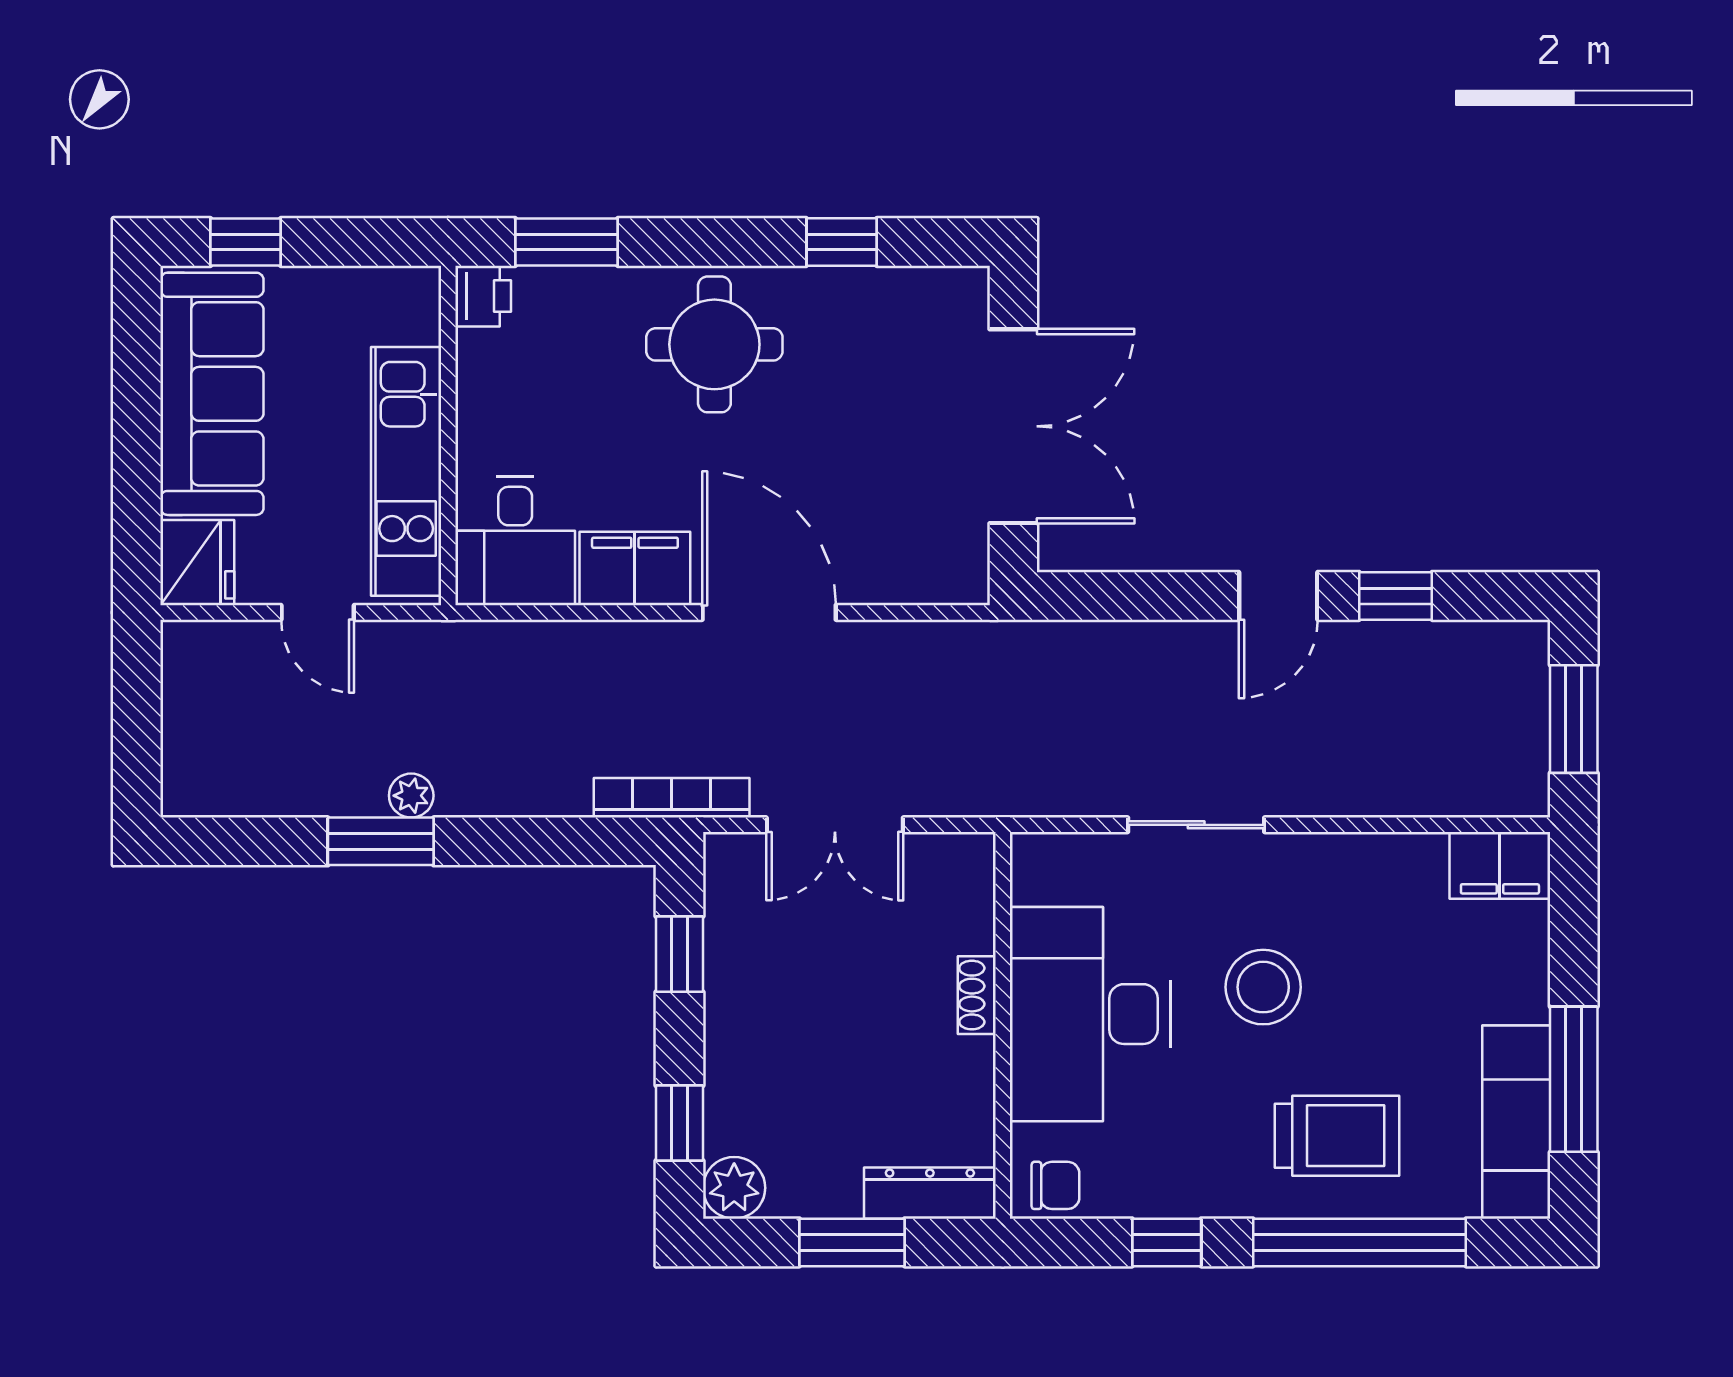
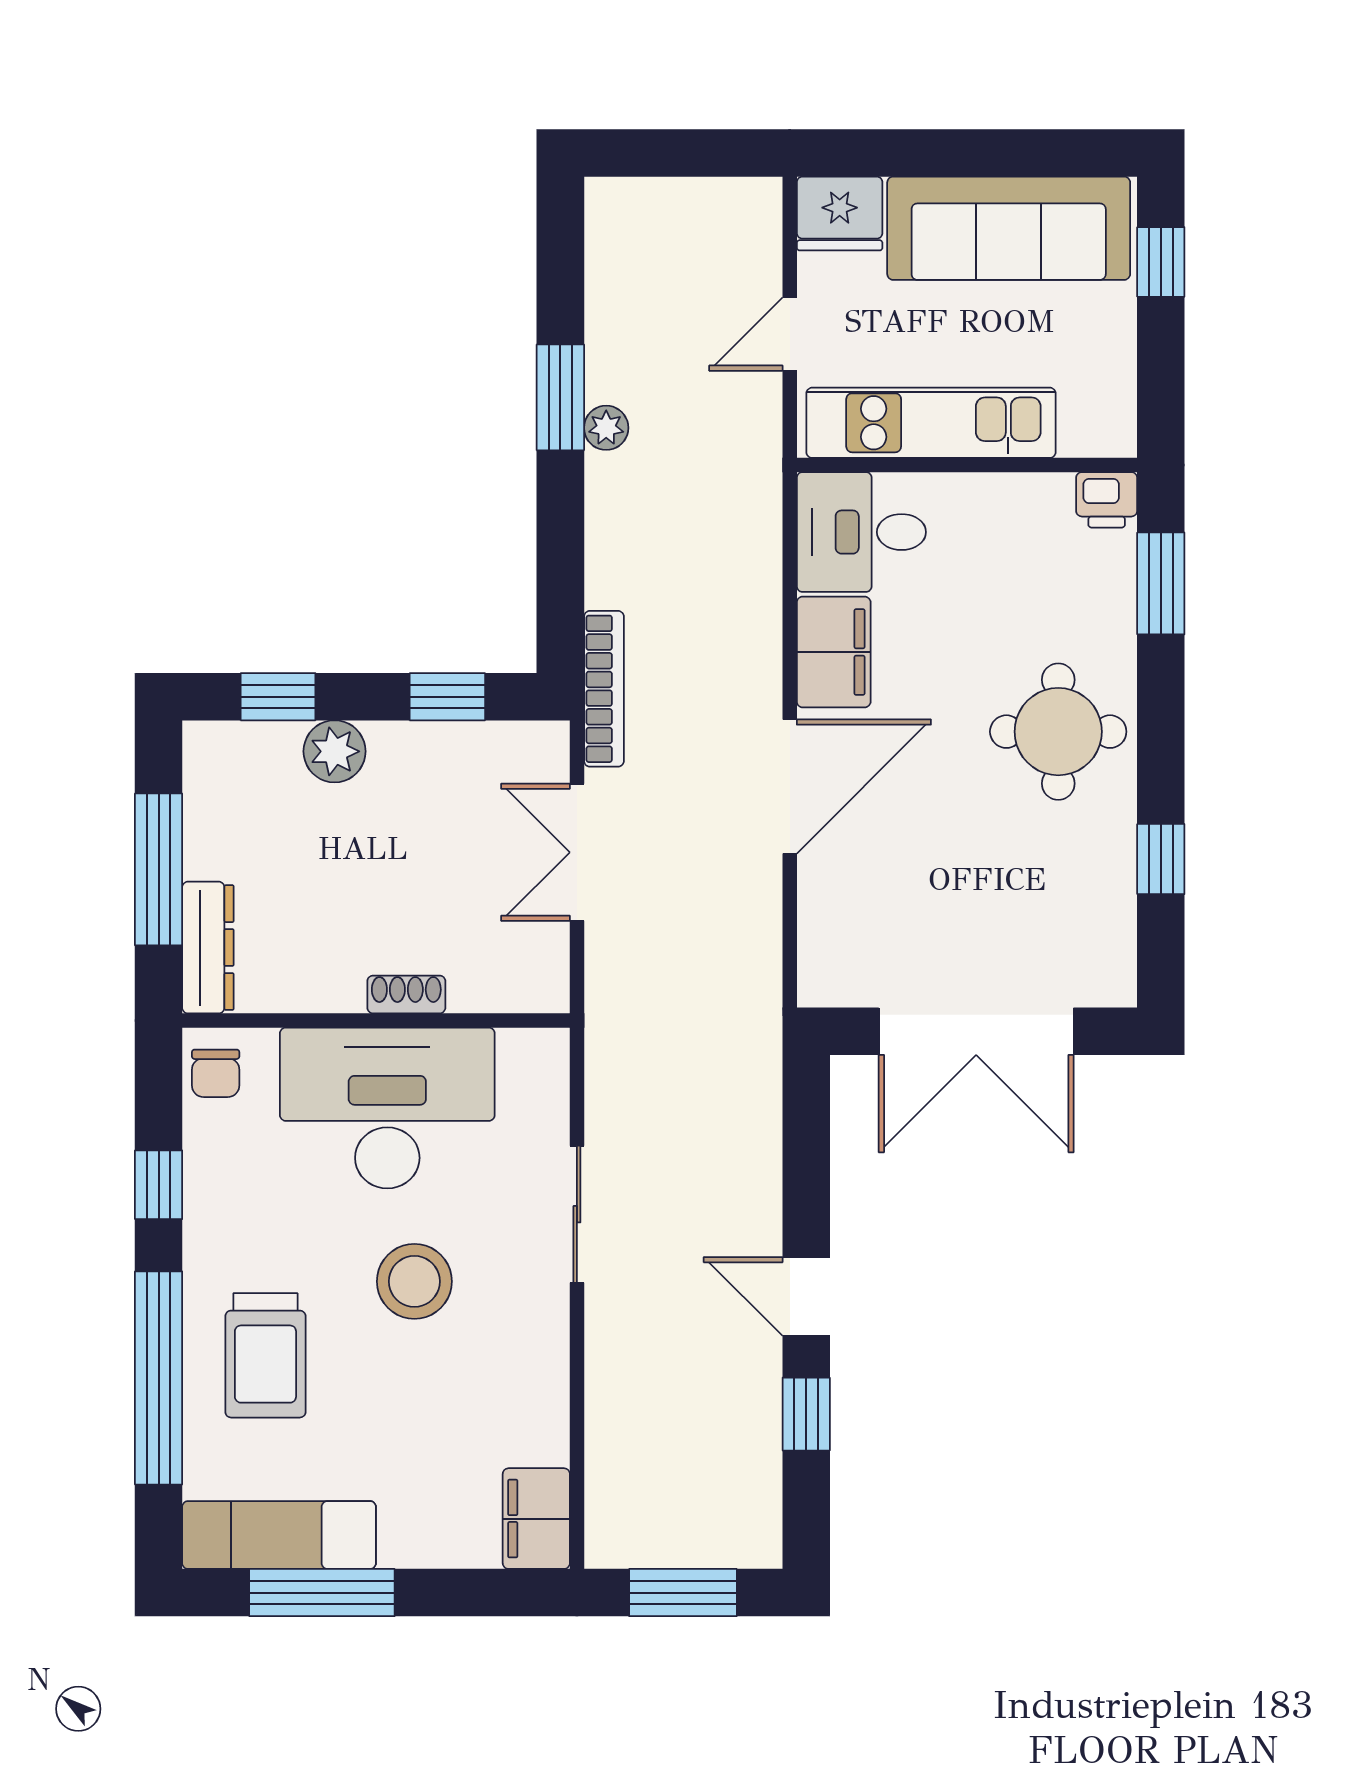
plant: (734, 1188) -> (335, 751), moved
window: (852, 1242) -> (159, 869), width x1.44

